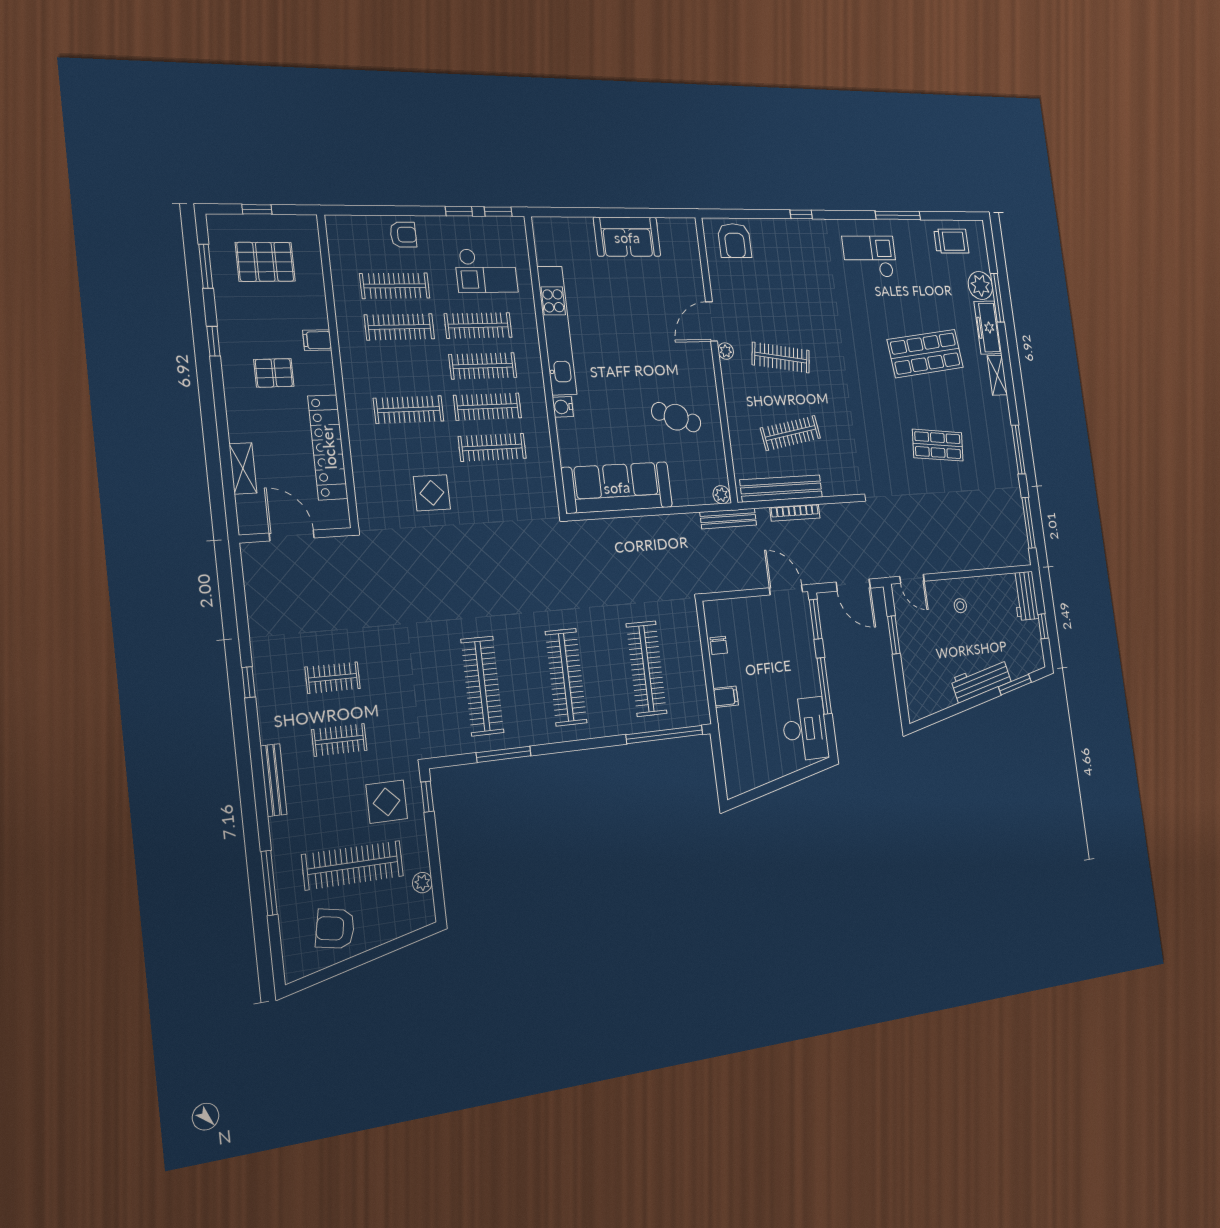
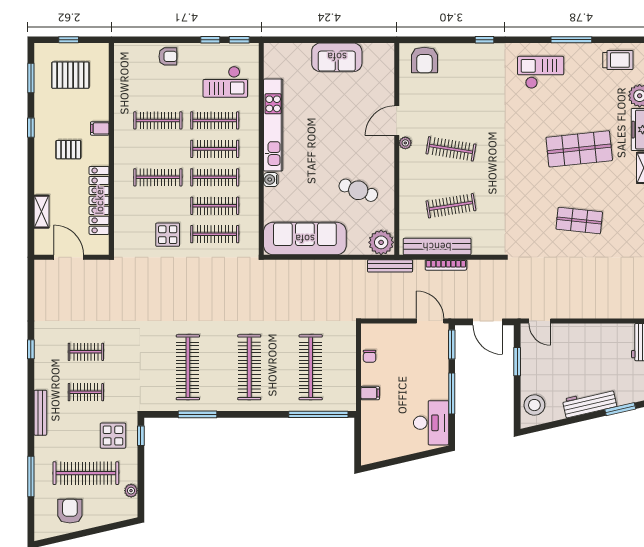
clothes rail: (395, 286) -> (215, 234), moved
plant: (721, 495) -> (381, 242), width x1.87, depth x1.87
stool: (960, 606) -> (534, 405), moved, width x1.89, depth x1.89
armchair: (335, 929) -> (70, 511), turned 79

